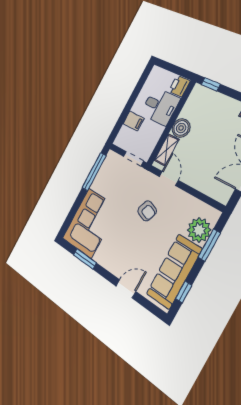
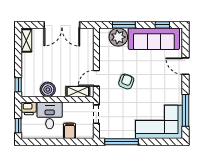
window: (169, 67) -> (18, 126), added
boiler: (181, 128) -> (48, 90), moved
window: (85, 259) -> (186, 110), width x1.44

